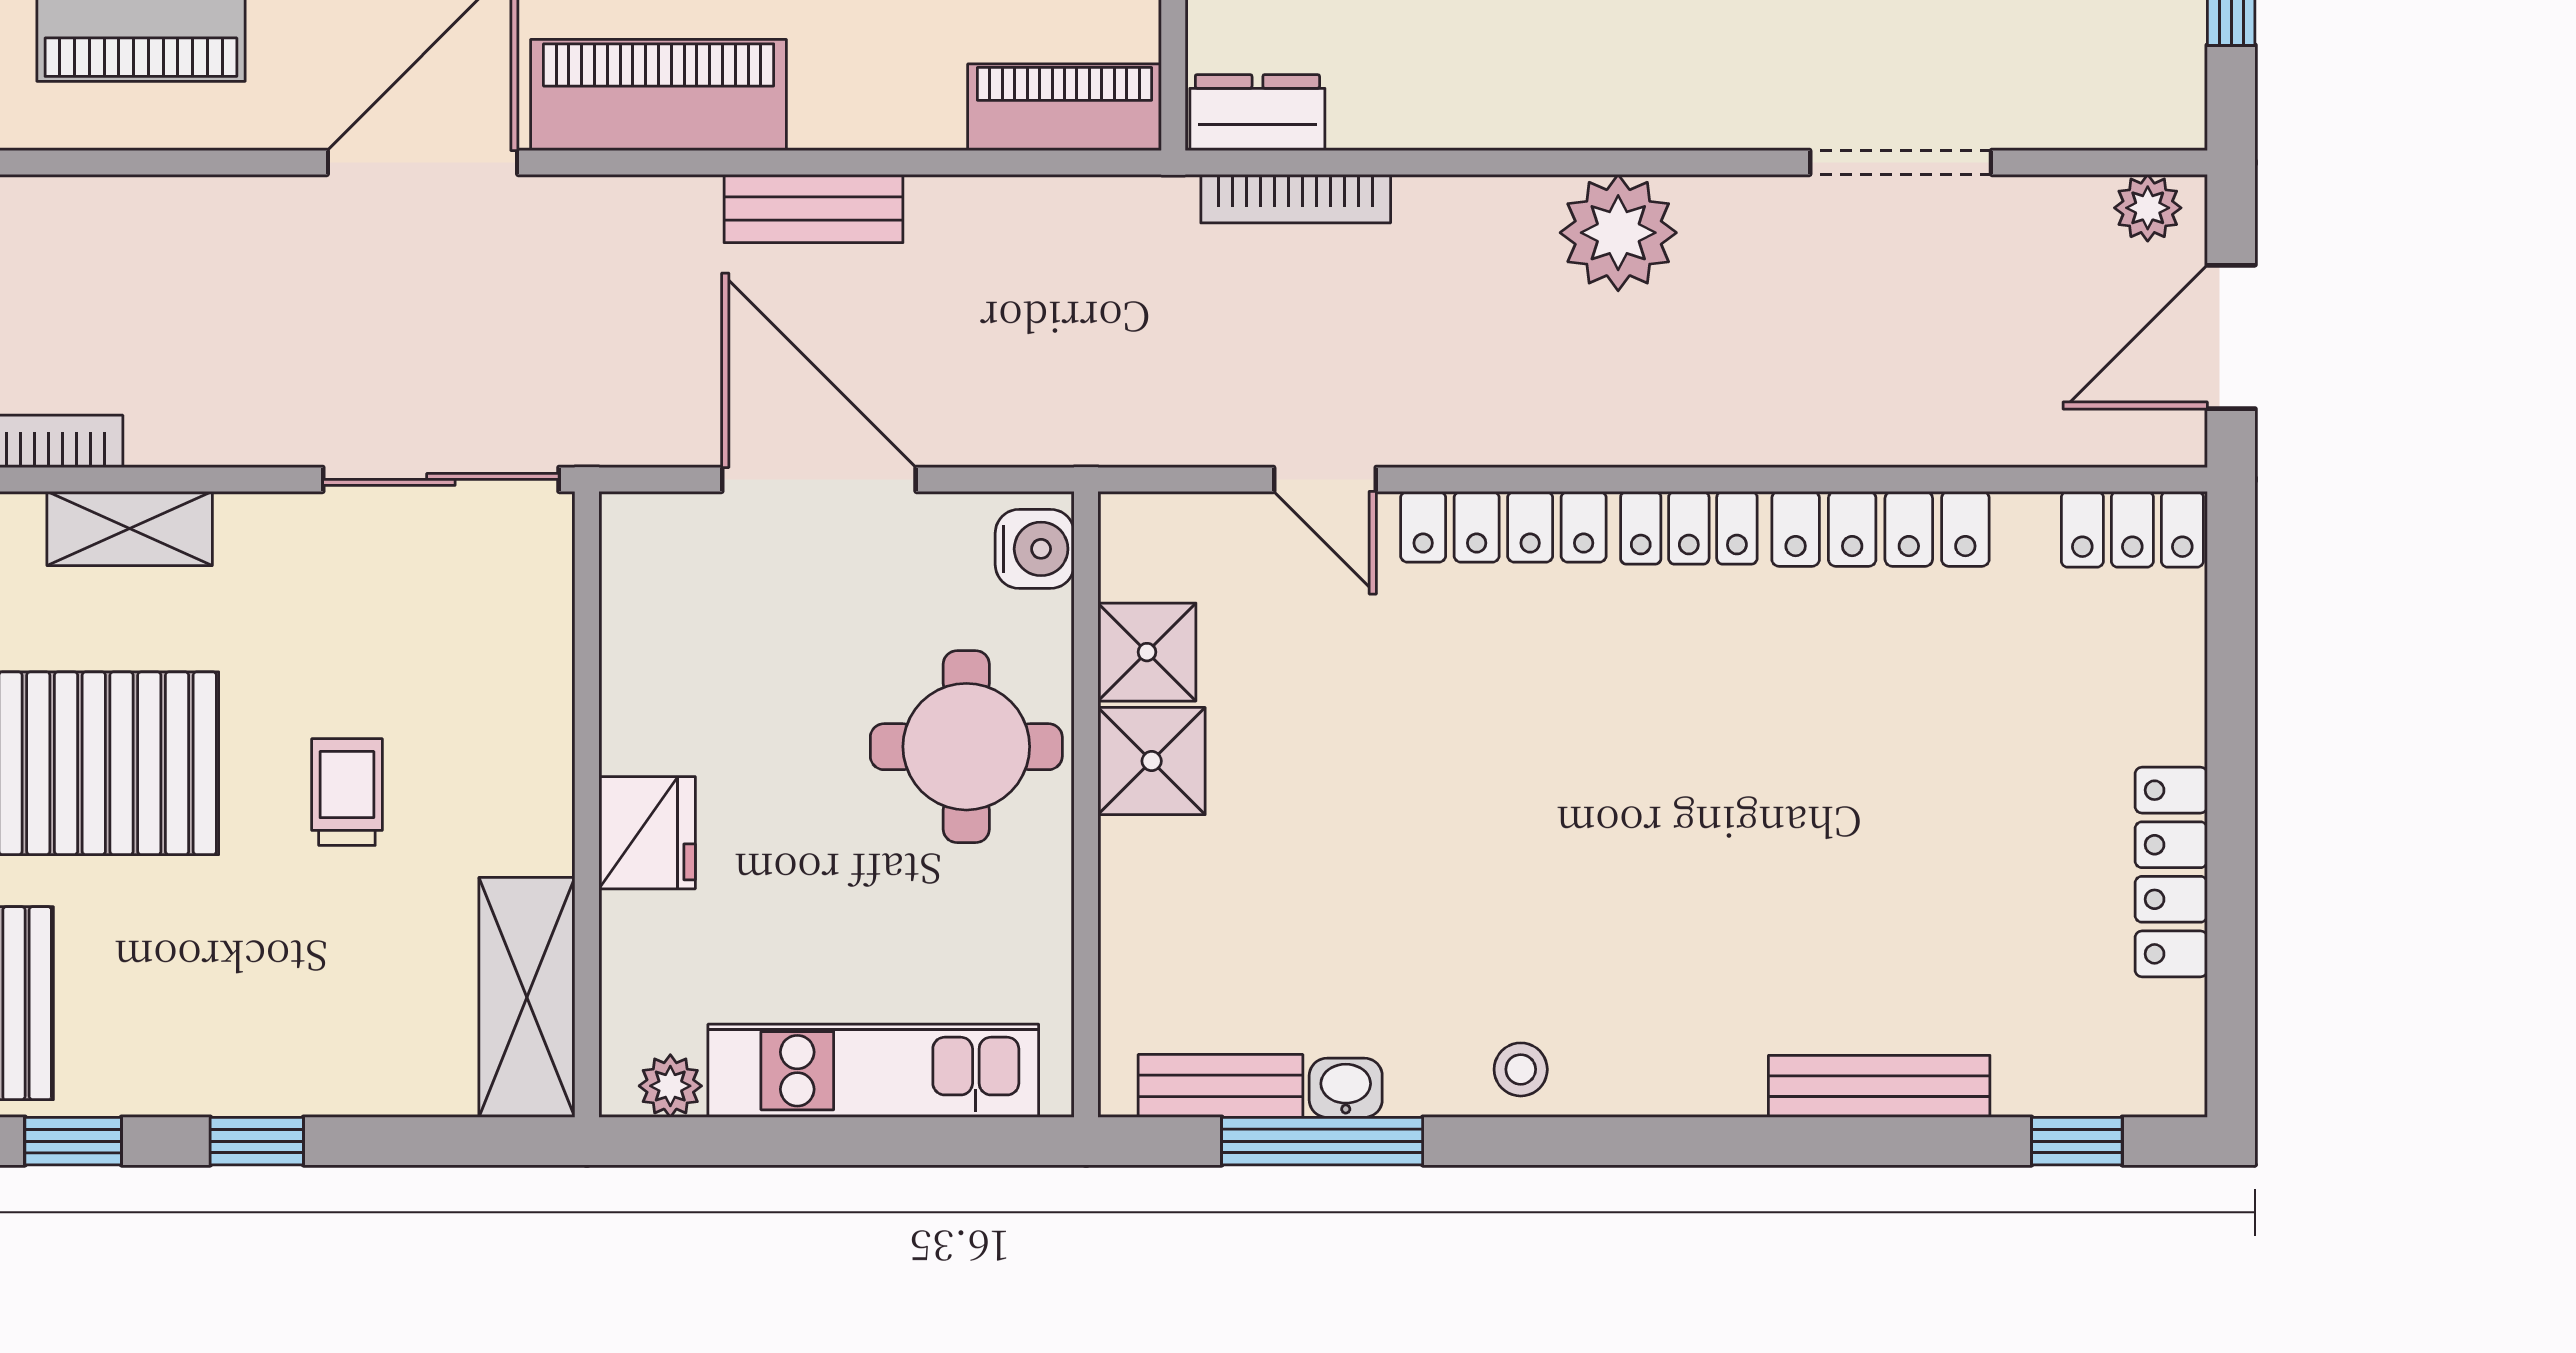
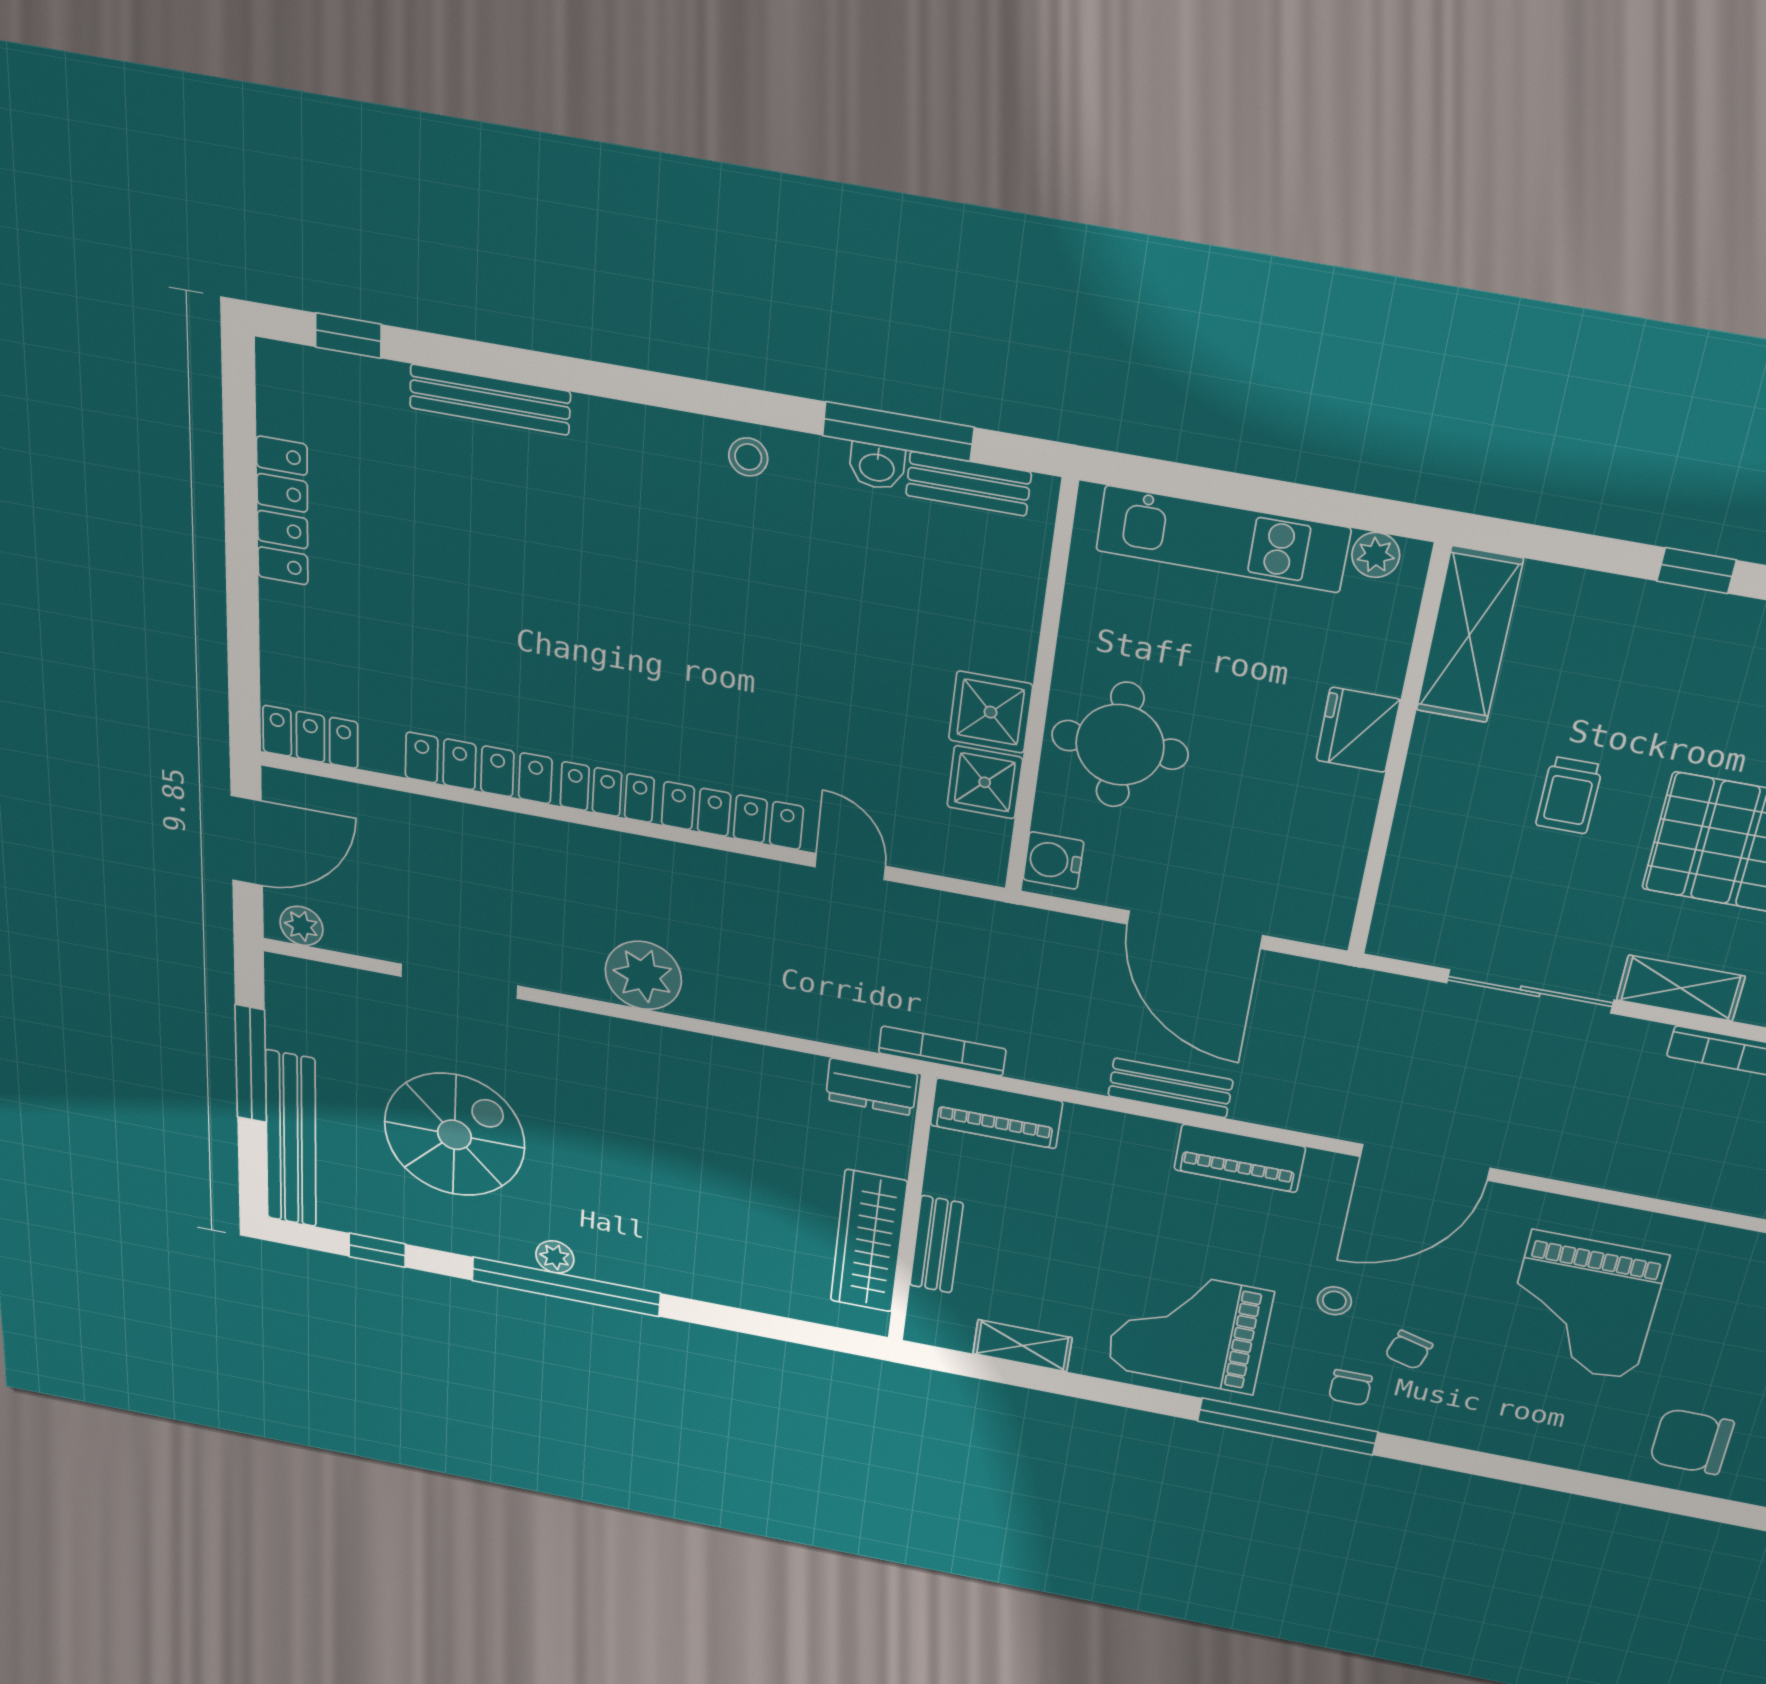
piano: (659, 95) -> (1240, 1158), width x0.73, depth x0.75
bookcase: (1296, 199) -> (942, 1051), moved
sliding door: (441, 479) -> (1530, 991), moved

